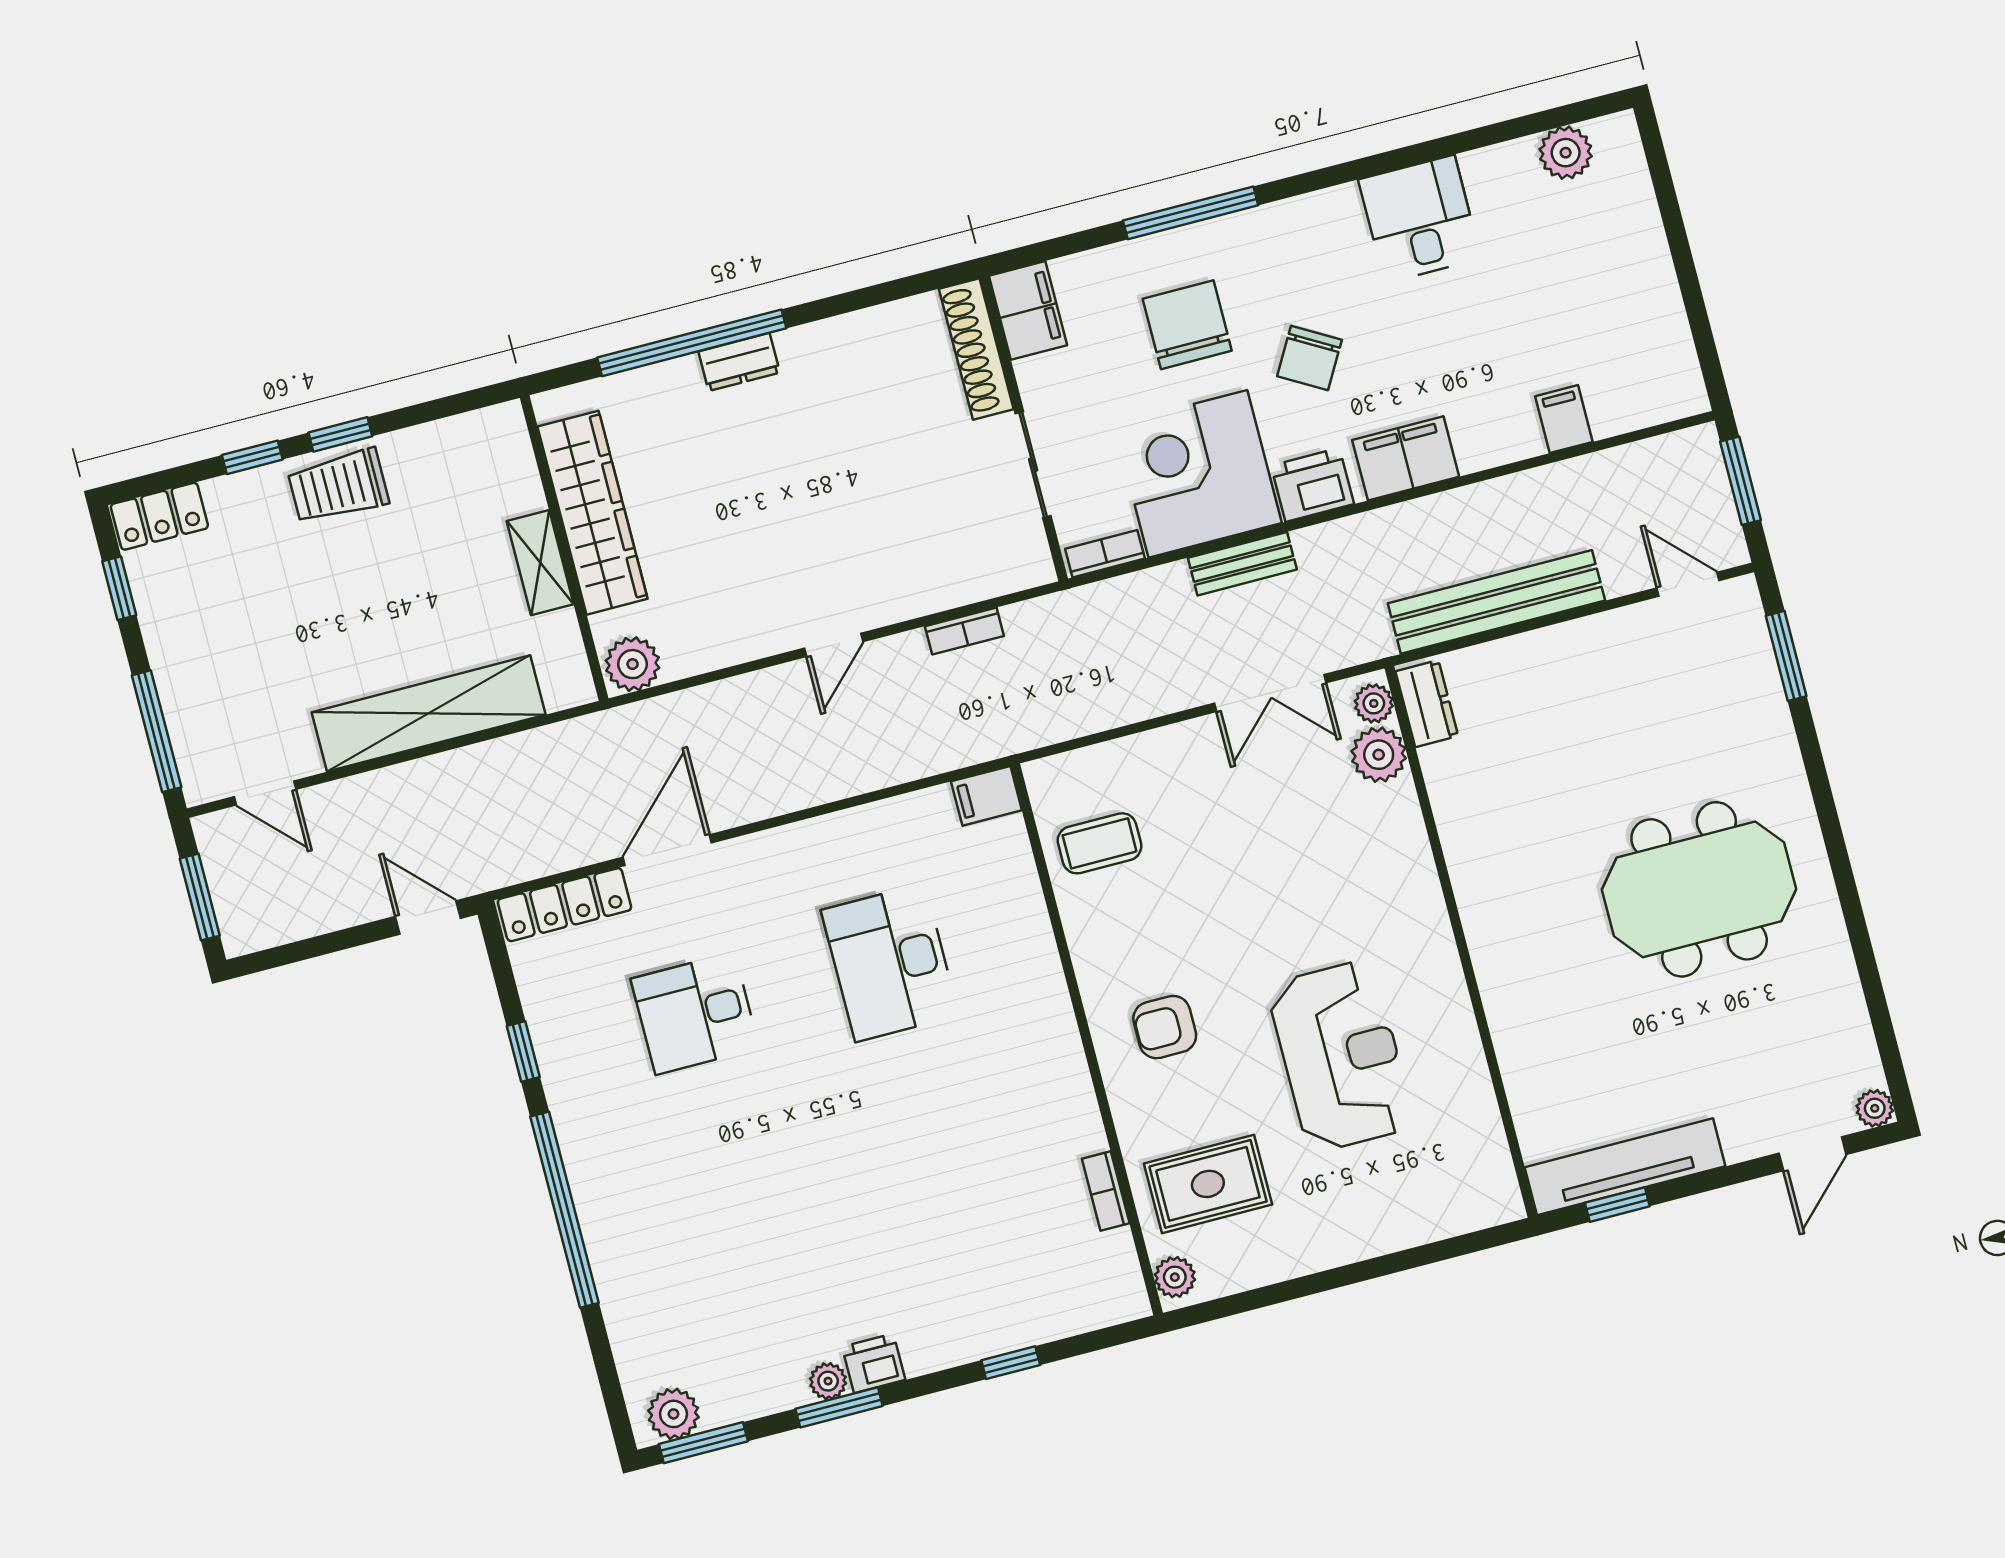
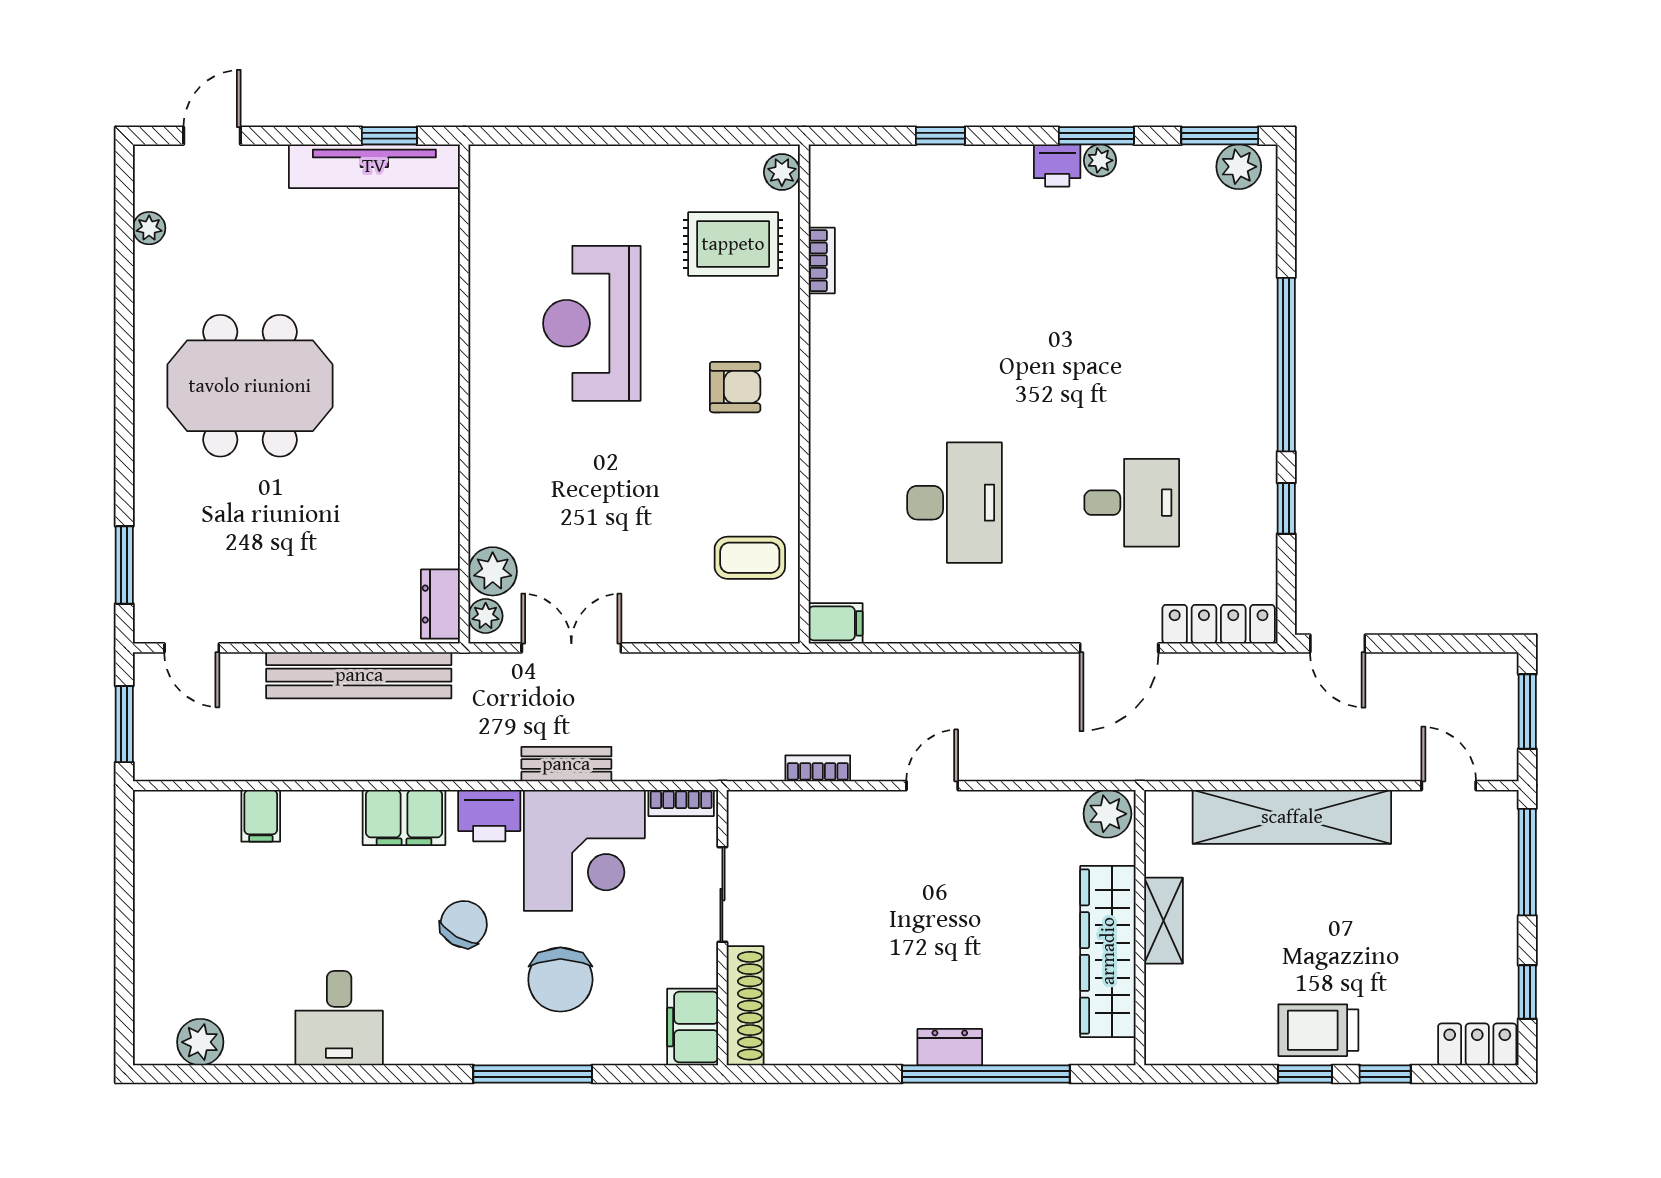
trolley: (338, 486) -> (1318, 1030), turned 180
plant: (1875, 1108) -> (149, 228), moved

